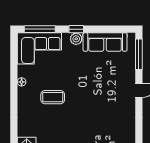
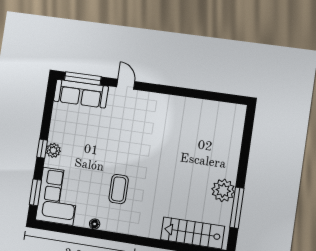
window: (40, 29) -> (35, 192), width x0.69
sofa: (105, 42) -> (81, 94), moved, turned 90

